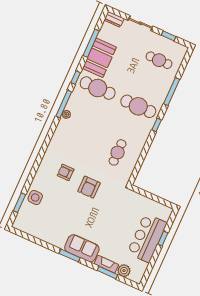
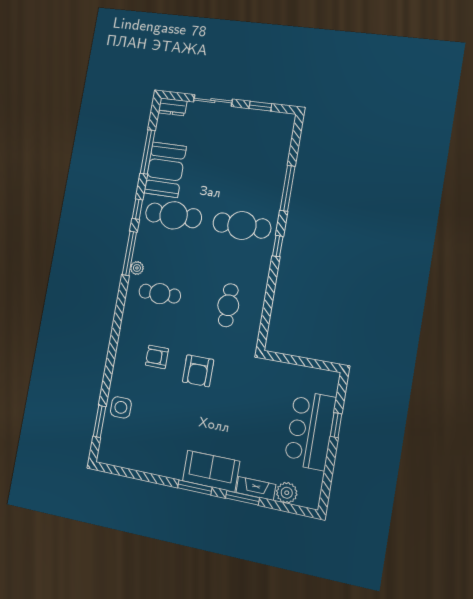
cafe table: (159, 60) -> (160, 294), moved
window: (107, 273) -> (242, 498), moved

